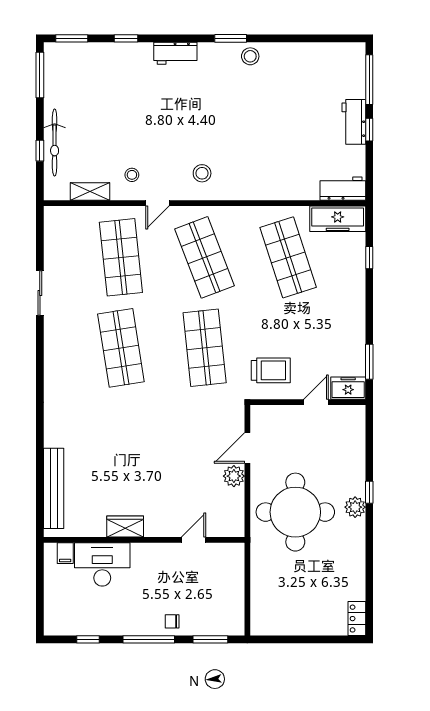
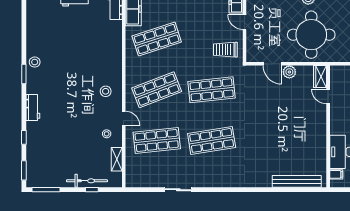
trolley: (271, 370) -> (225, 50), turned -90
wardrobe: (125, 526) -> (320, 77), moved

